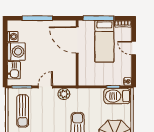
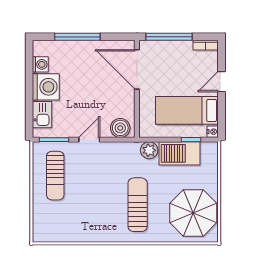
bed: (104, 41) -> (187, 110), moved, turned 90
door: (134, 48) -> (221, 82), hinge flipped
boiler: (66, 79) -> (120, 128), added
plant: (64, 94) -> (149, 150), moved
barbecue: (117, 96) -> (179, 153), moved

